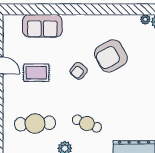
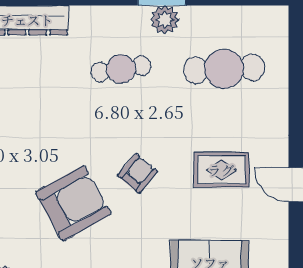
cafe table: (87, 124) -> (121, 69), turned -30

